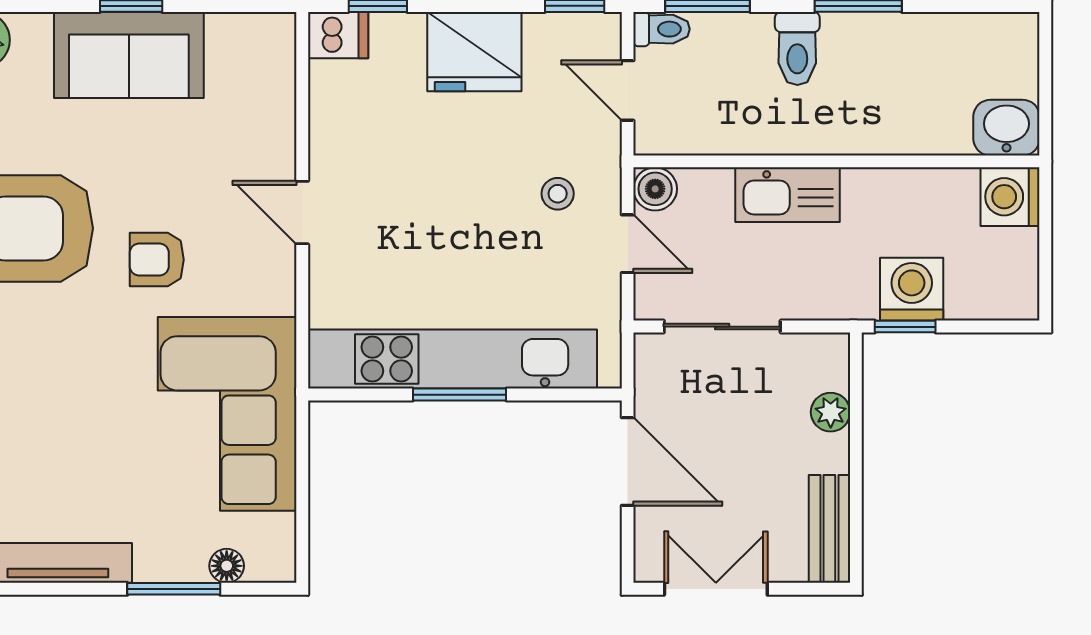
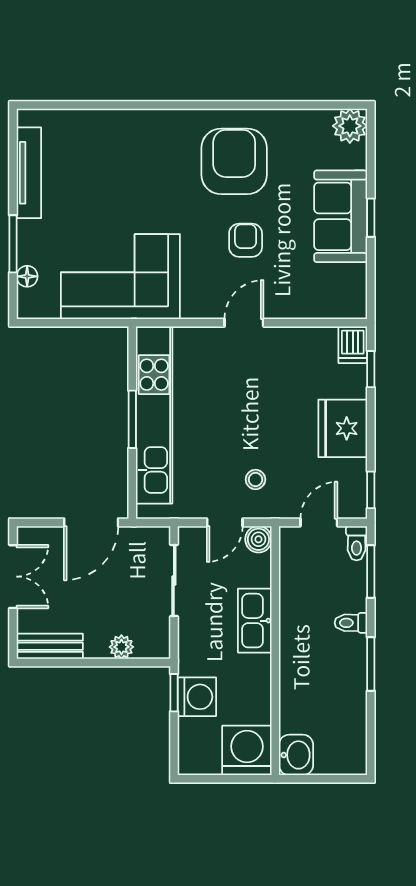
toilet: (797, 49) -> (351, 623), width x0.73, depth x0.72
washing machine: (1010, 197) -> (247, 750), width x1.37, depth x1.37
armchair: (157, 260) -> (246, 240), moved

